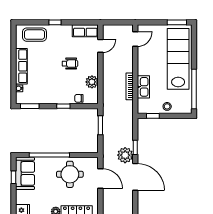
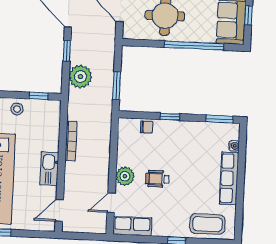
plant: (92, 82) -> (125, 176), moved
kitchen sink: (143, 87) -> (49, 169), moved
plant: (125, 155) -> (80, 77), moved

